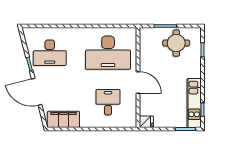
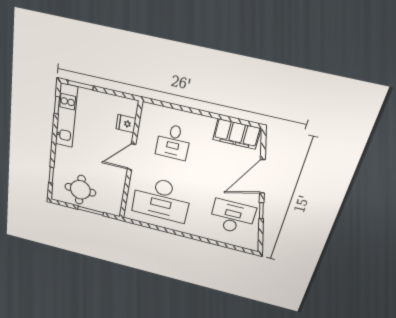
desk: (108, 53) -> (162, 199), turned 180
door: (138, 82) -> (132, 157), hinge flipped
door: (37, 92) -> (262, 176), swing flipped
fridge: (146, 122) -> (126, 124), moved

